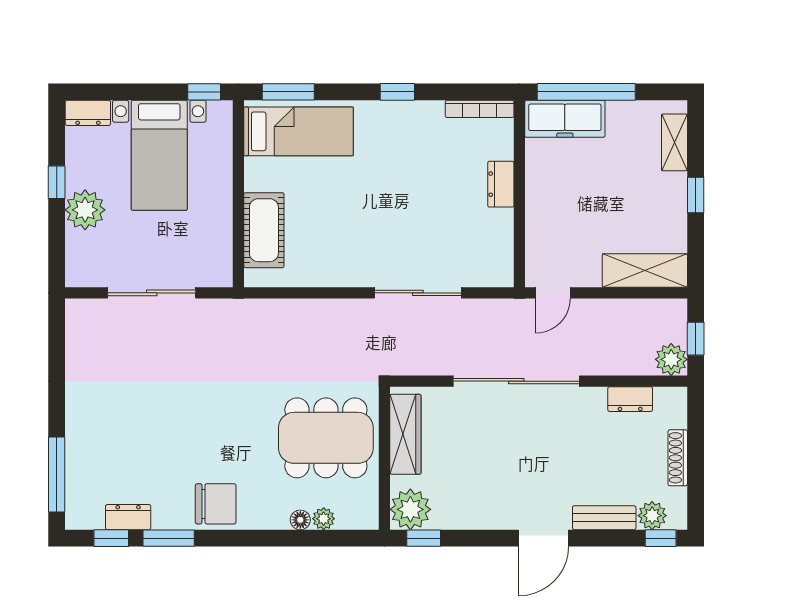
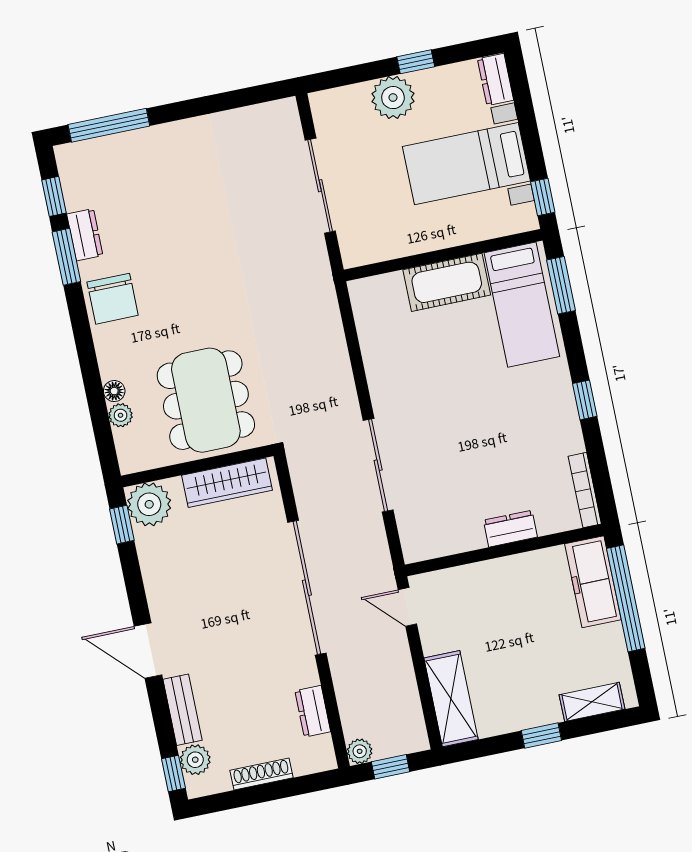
cot: (264, 230) -> (447, 282), moved
plant: (671, 359) -> (360, 751), width x0.73, depth x0.73
dresser: (128, 517) -> (85, 235), moved

